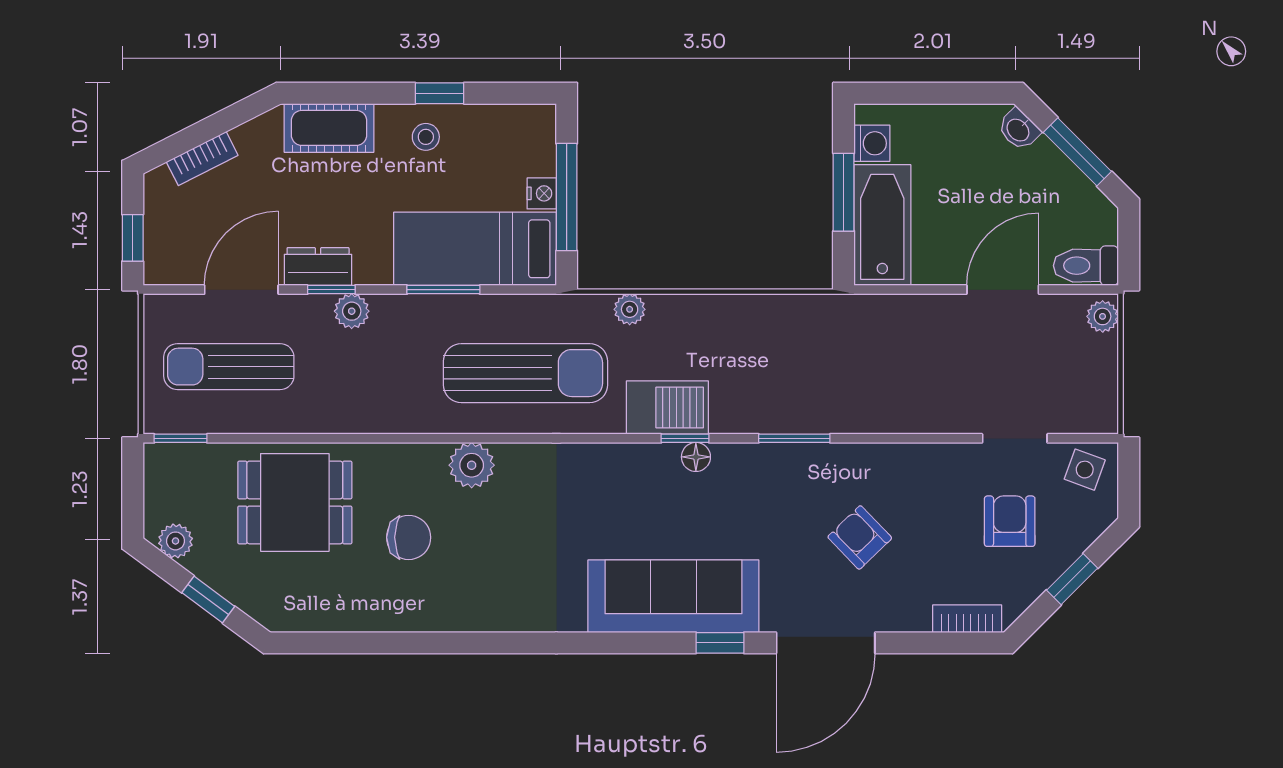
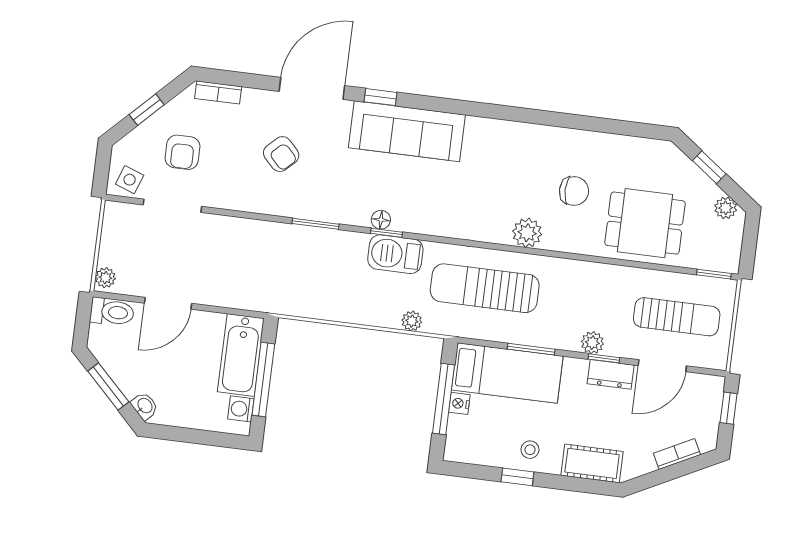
window: (844, 192) -> (263, 380), width x1.44
doorway: (1015, 438) -> (172, 206), width x1.38
chair: (409, 537) -> (574, 191), turned 180

